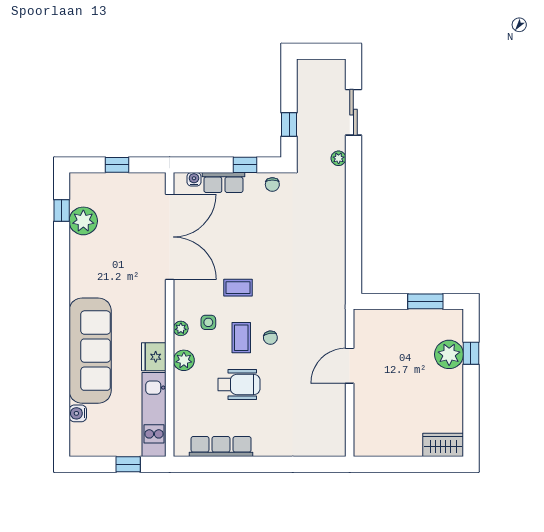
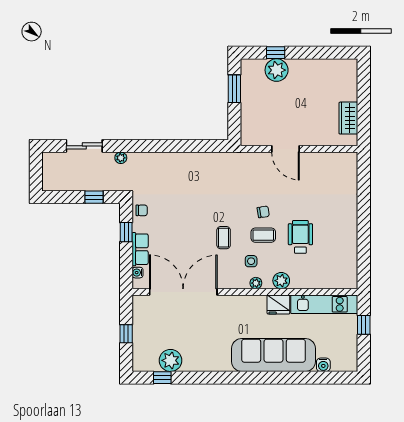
wardrobe: (443, 445) -> (348, 118), moved
row of seats: (221, 447) -> (350, 251), removed

